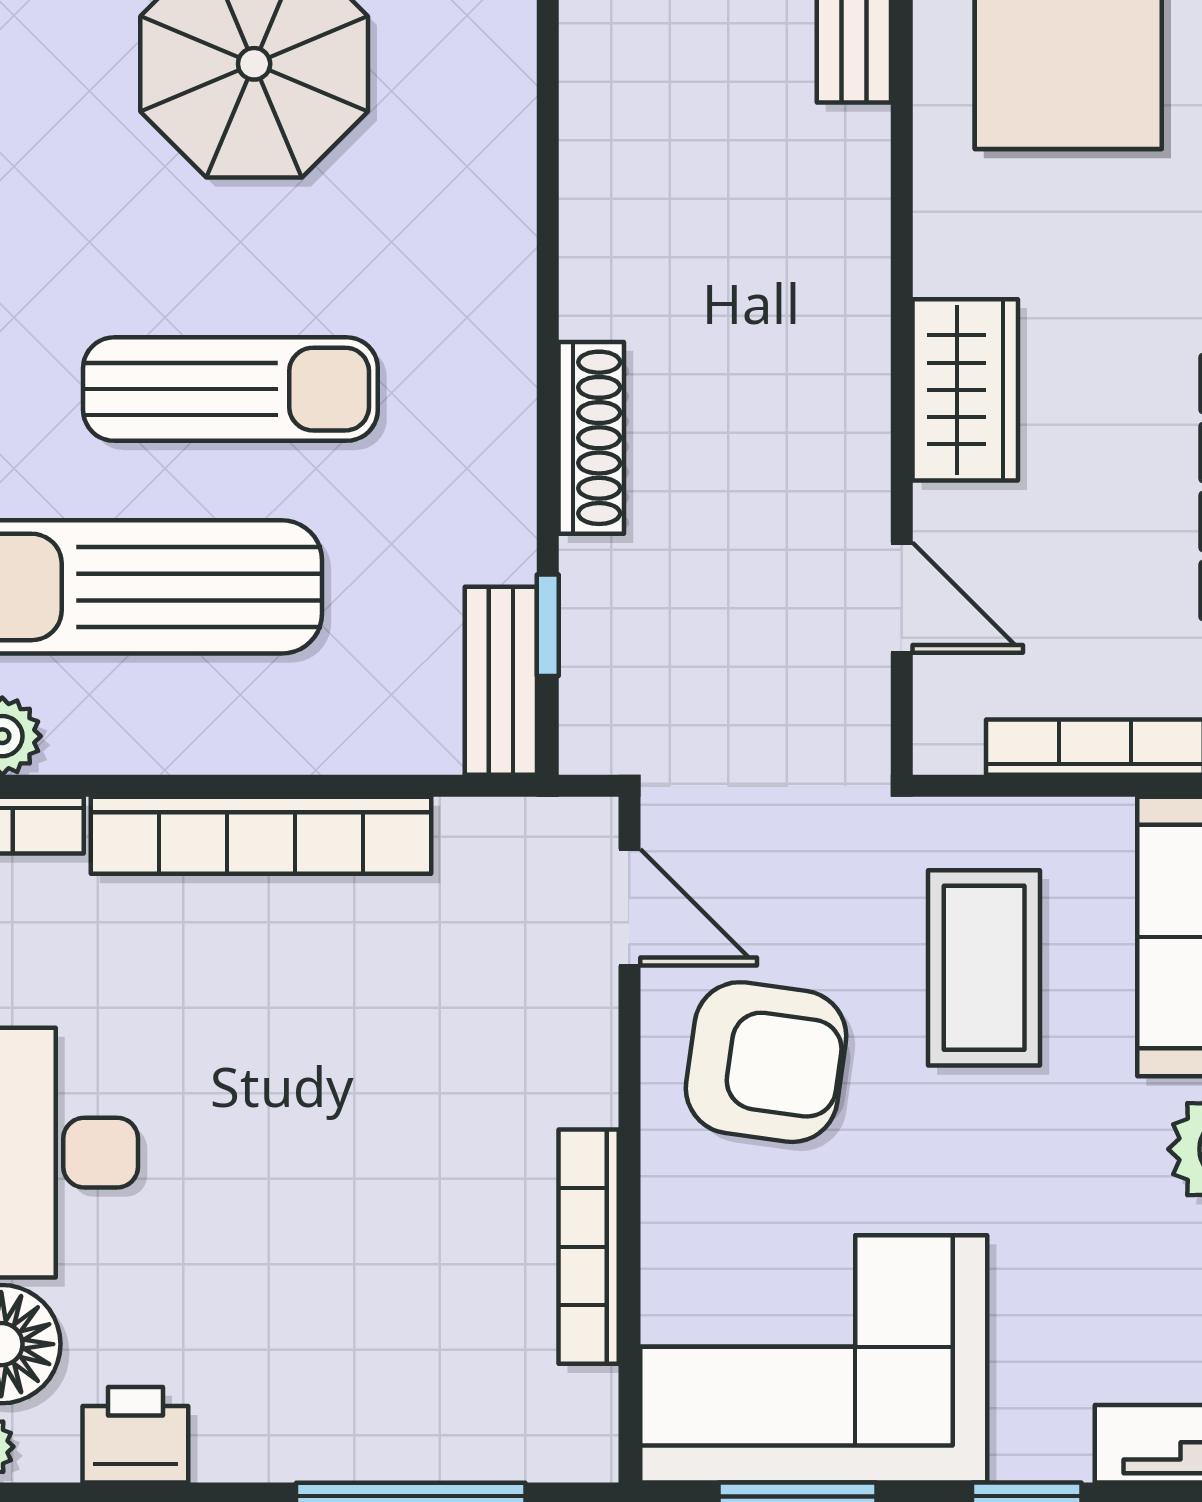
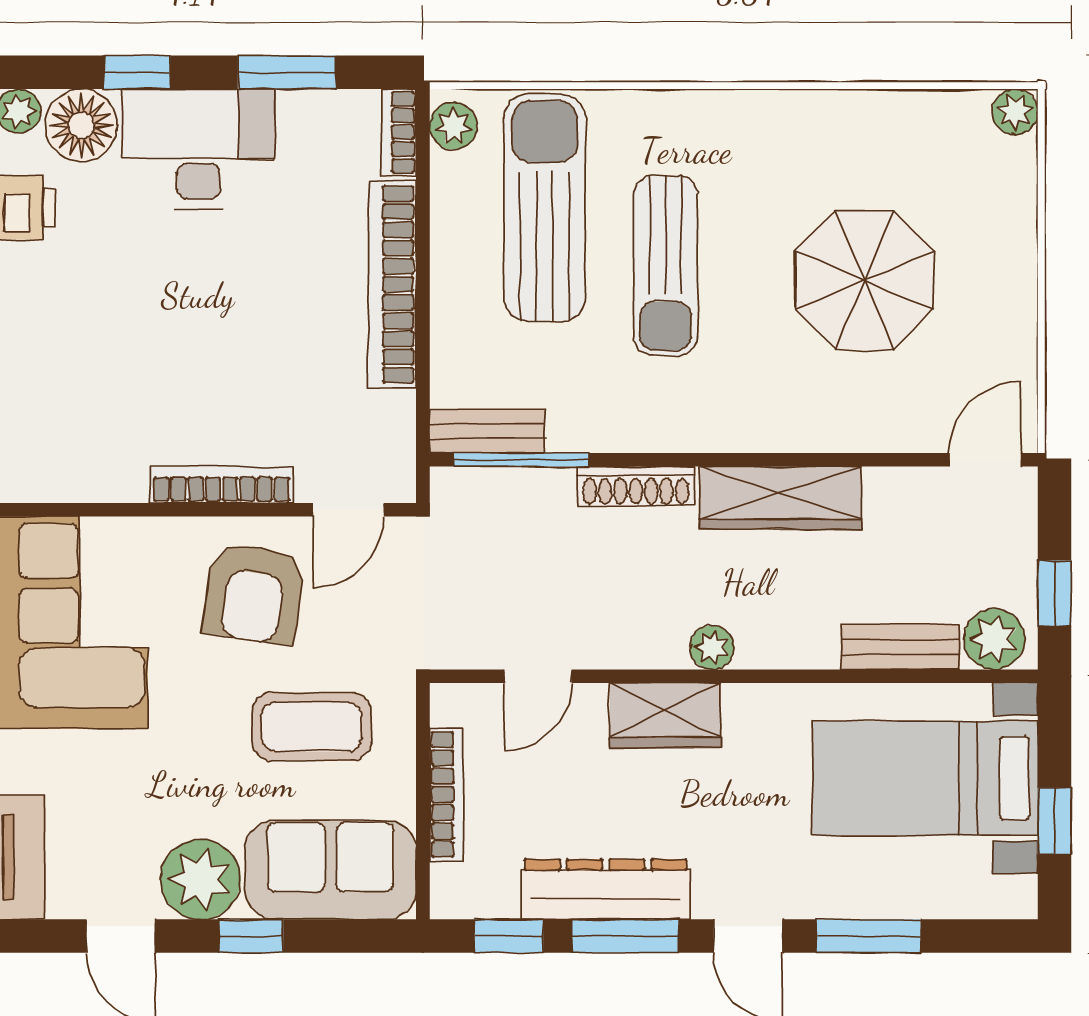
wardrobe: (610, 202) -> (780, 498), added
plant: (855, 313) -> (712, 648), added
window: (548, 625) -> (521, 460), width x2.17
bookcase: (589, 1247) -> (222, 485), moved

